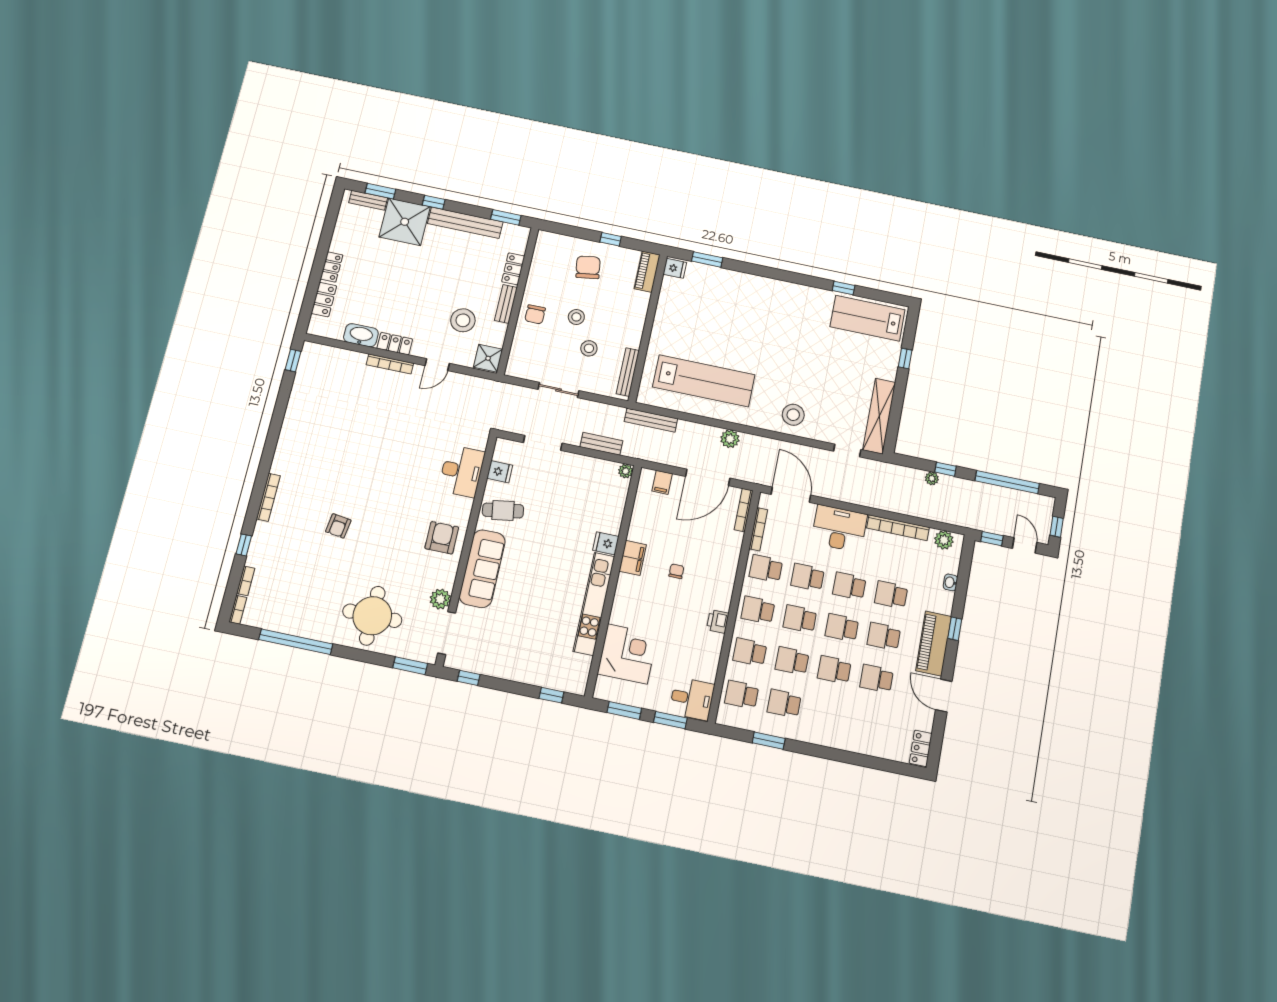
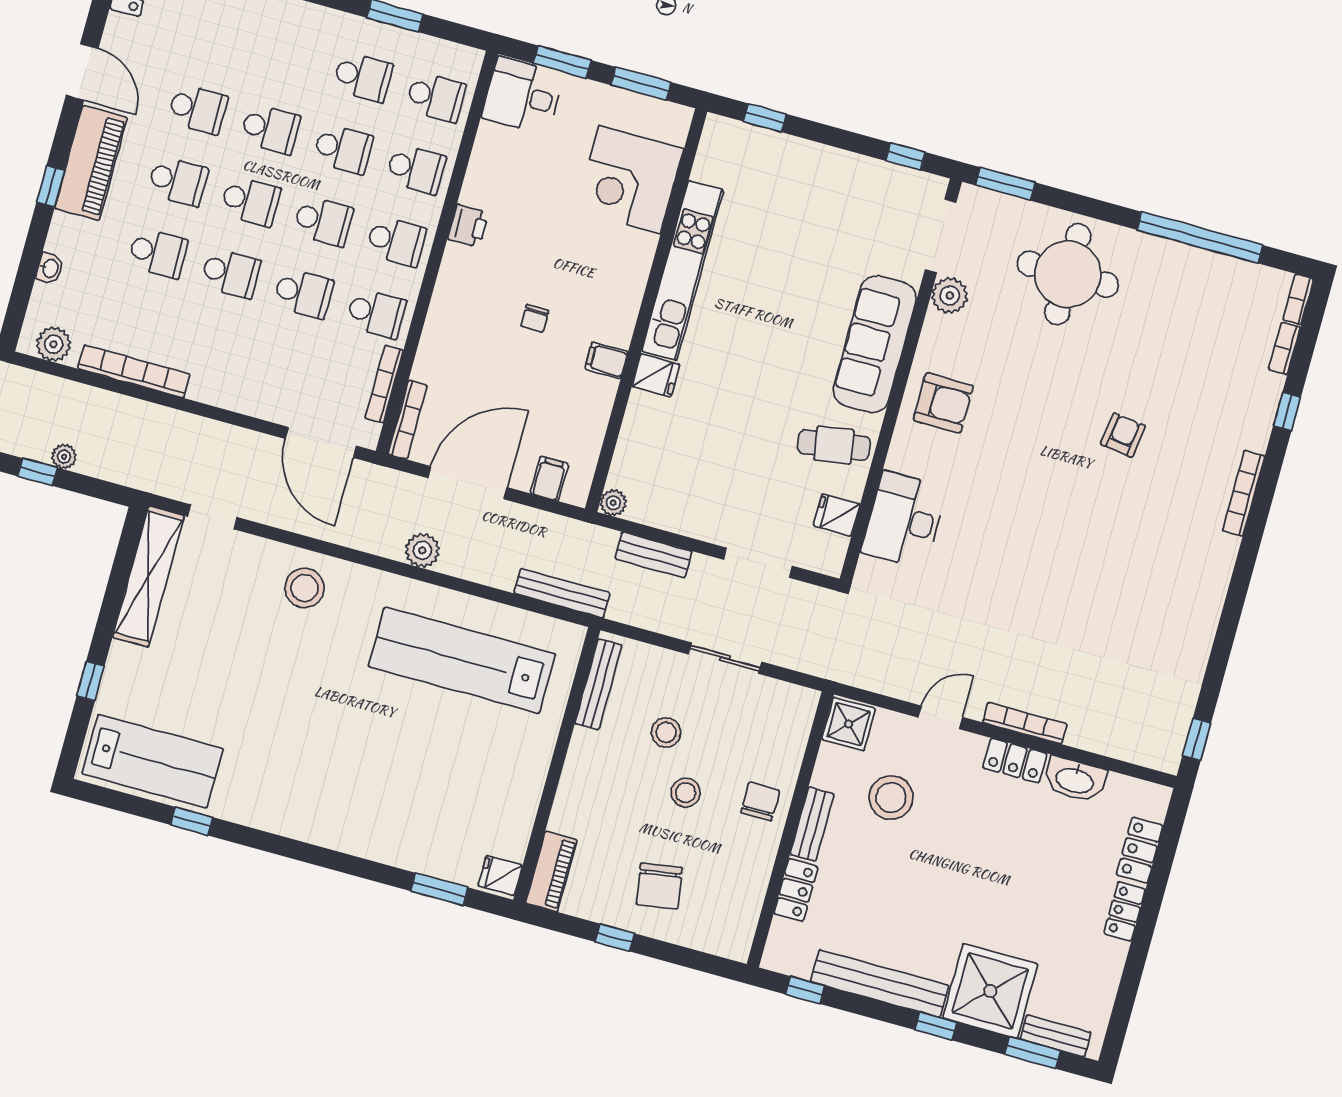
window: (506, 217) -> (805, 990), width x0.67
desk: (839, 529) -> (239, 376), removed
armchair: (442, 538) -> (943, 403), turned -90
filing cabinet: (633, 558) -> (606, 360), width x0.50

